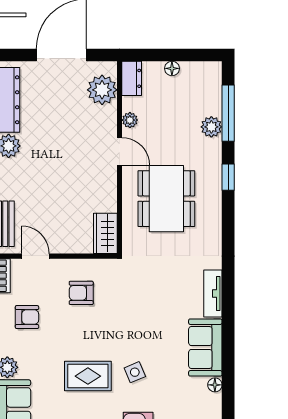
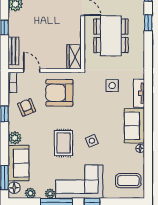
side table: (168, 281) -> (112, 86), added
armchair: (81, 293) -> (59, 93), width x1.88, depth x1.88
armchair: (27, 317) -> (27, 107), turned -112
rug: (88, 376) -> (63, 143), turned 90

